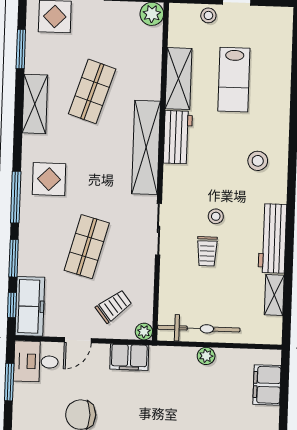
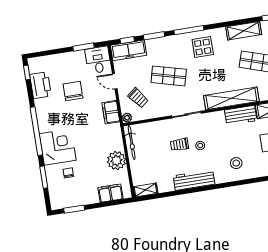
shelving: (274, 295) -> (145, 190), moved
bicycle: (199, 329) -> (132, 142), width x0.73, depth x0.71
plant: (206, 356) -> (116, 161), width x1.88, depth x1.88

